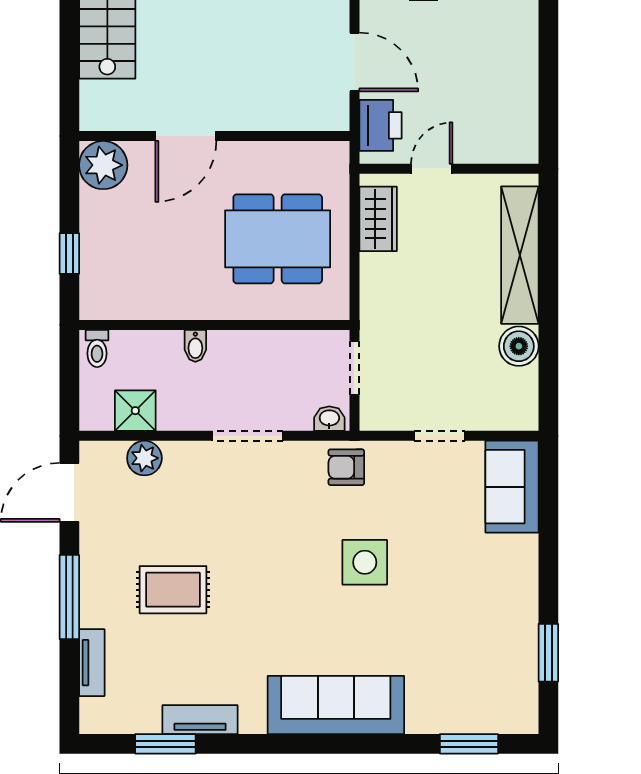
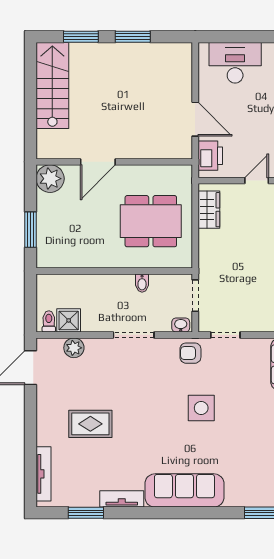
door: (432, 169) -> (257, 181), moved
window: (69, 253) -> (30, 230), width x1.50
bidet: (195, 346) -> (142, 283), moved
toilet: (97, 349) -> (49, 321), moved, turned 180
doorway: (440, 436) -> (225, 335), moved
window: (69, 597) -> (30, 428), removed
tv unit: (92, 663) -> (44, 474), width x1.41
tv unit: (200, 720) -> (122, 499), moved

